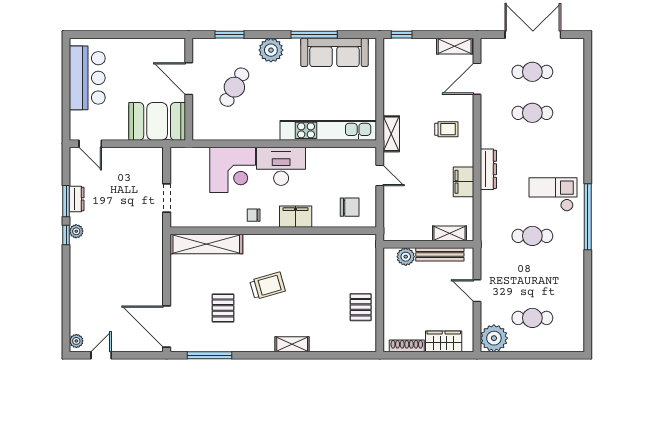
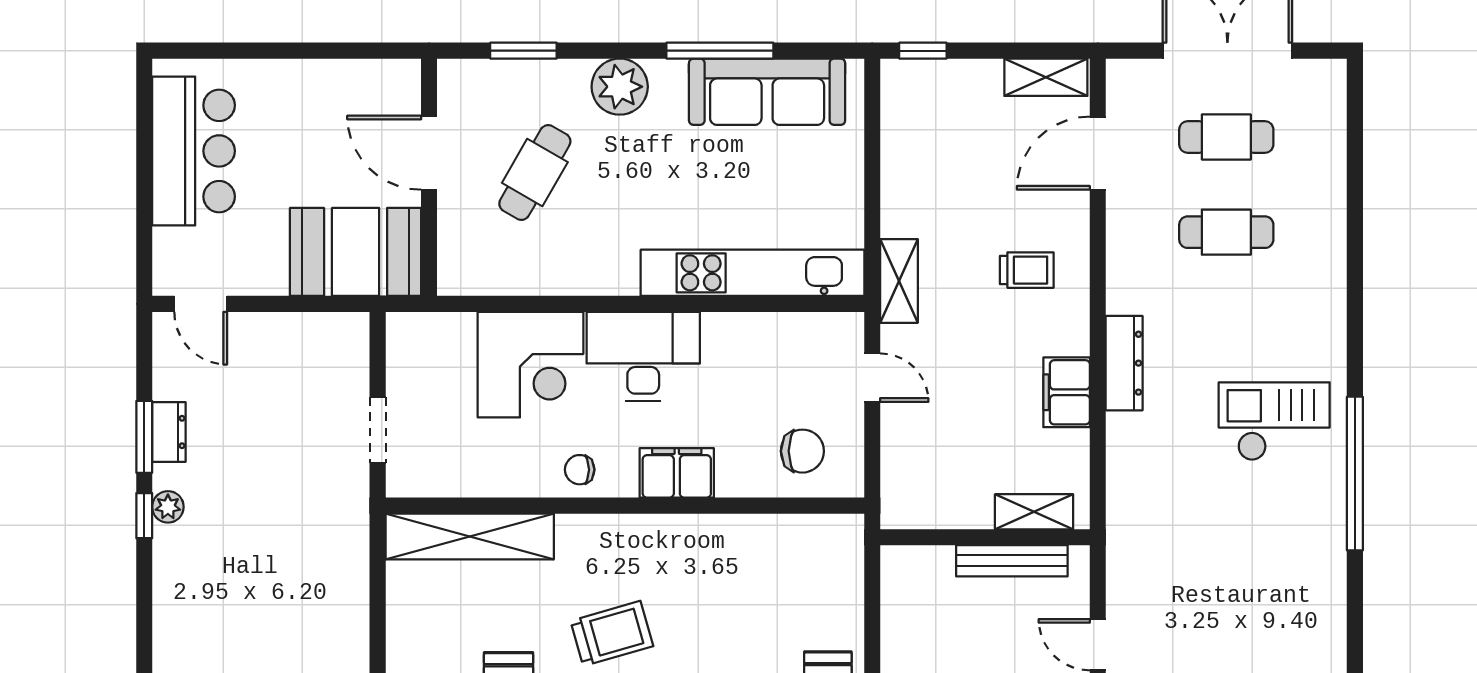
cafe table: (532, 236) -> (1226, 518), removed
plant: (406, 257) -> (932, 566), removed

